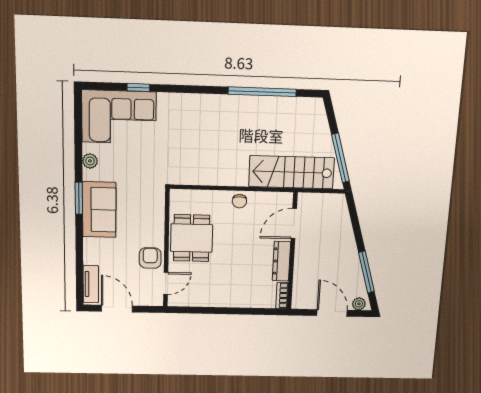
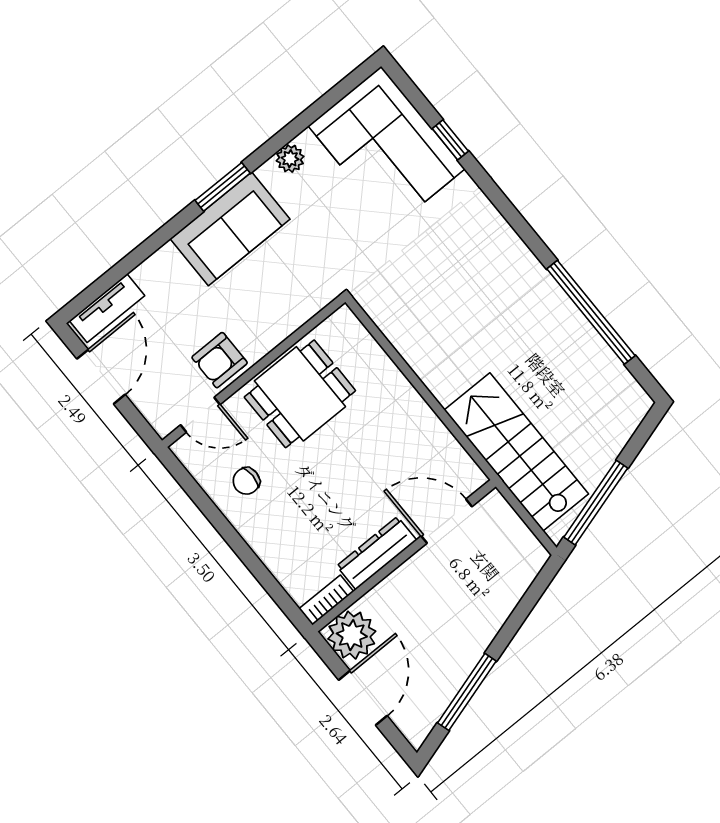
chair: (239, 201) -> (246, 481), moved
armchair: (150, 258) -> (220, 360), turned 180
plant: (359, 304) -> (352, 635), moved, width x1.88, depth x1.88

